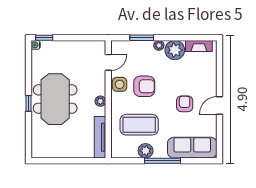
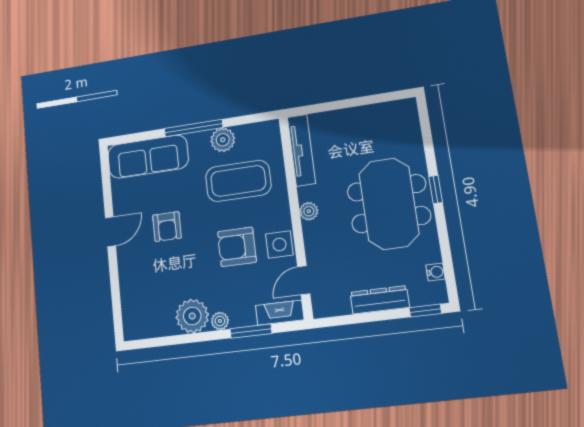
water cooler: (36, 45) -> (436, 272), moved
dresser: (68, 46) -> (380, 300), added
fireplace: (199, 46) -> (280, 313), moved

